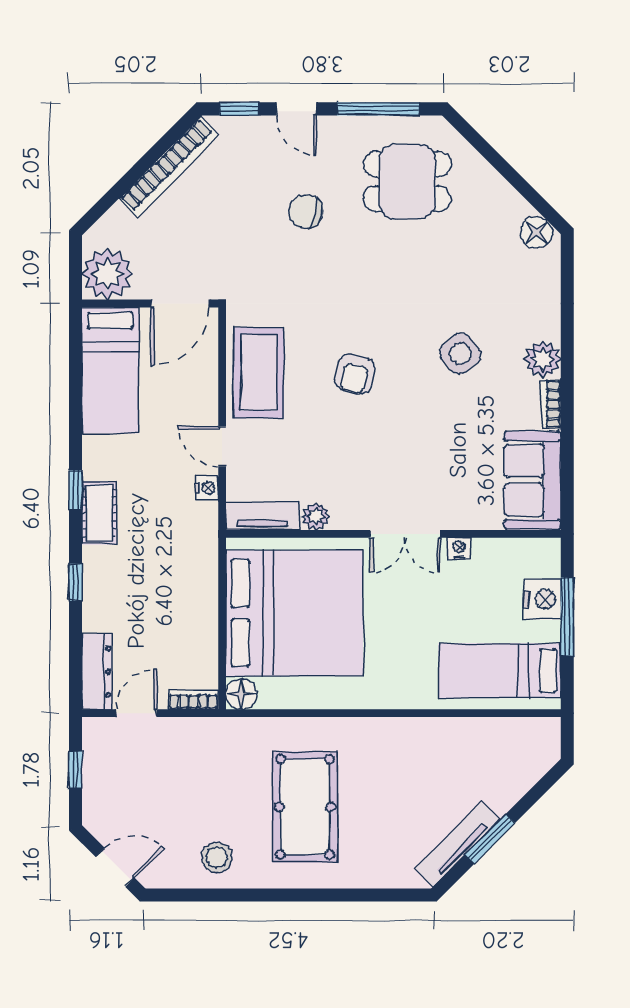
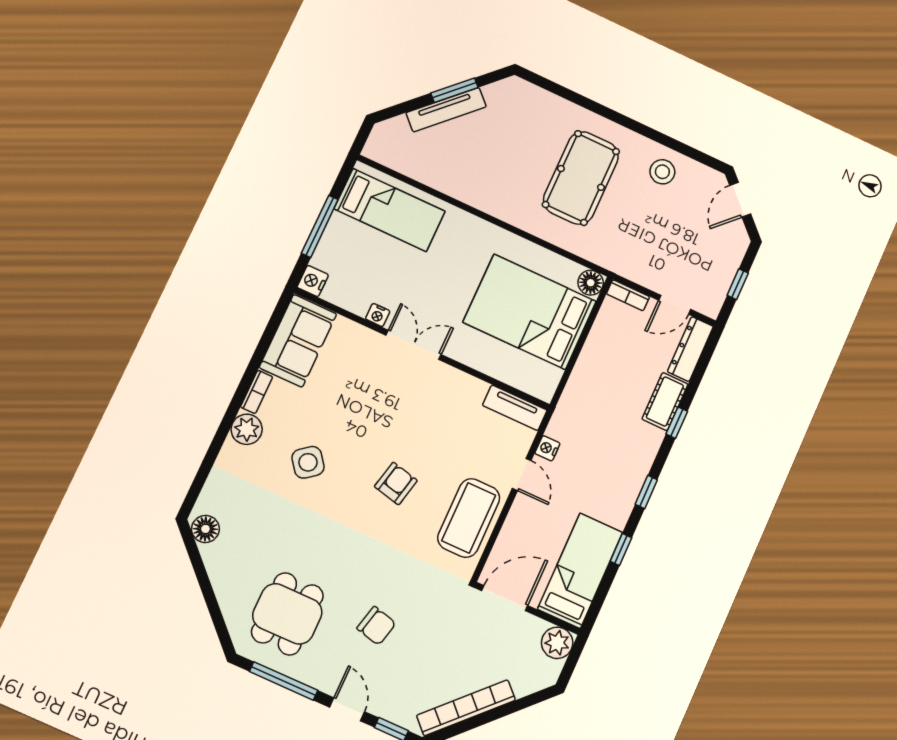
dining table: (407, 182) -> (287, 614), turned 90
plant: (107, 274) -> (557, 643), width x0.73, depth x0.73
window: (76, 414) -> (621, 549), added
cot: (99, 513) -> (665, 402), moved
plant: (316, 516) -> (475, 389), removed
nightstand: (542, 599) -> (313, 281), moved, width x0.74, depth x0.75
bed: (294, 613) -> (530, 312), width x0.73
tv unit: (458, 844) -> (446, 110), moved
door: (115, 867) -> (740, 200), hinge flipped

